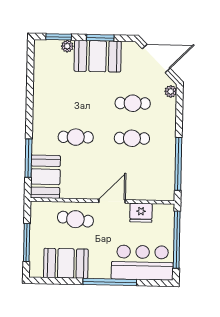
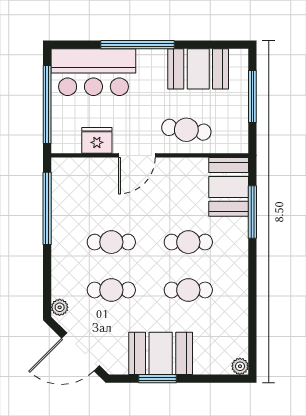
window: (59, 37) -> (215, 379), removed
plant: (67, 46) -> (240, 366), moved
cafe table: (76, 102) -> (188, 290), added

